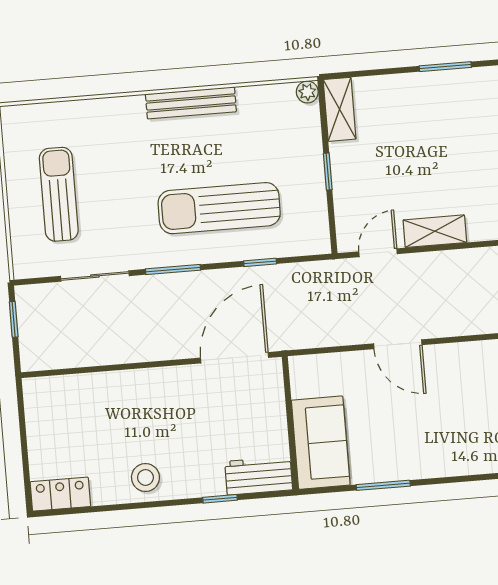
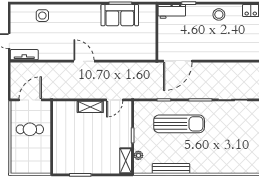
plant: (307, 92) -> (138, 155), moved
bench: (191, 103) -> (171, 169), moved
sun lounger: (59, 194) -> (245, 135), removed
door: (398, 344) -> (84, 61), moved
sofa: (321, 443) -> (120, 15), moved, turned -90

